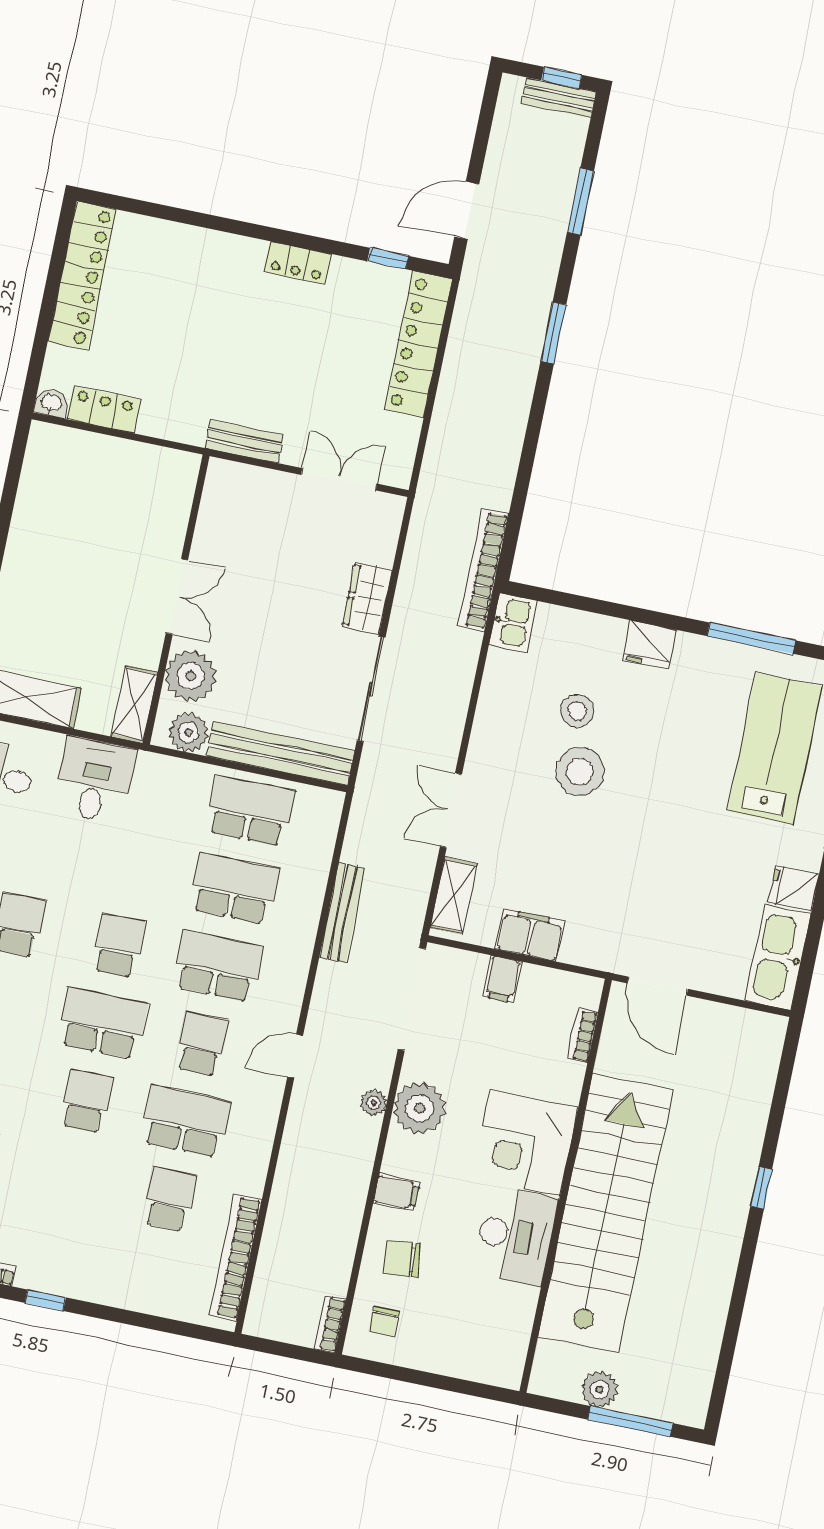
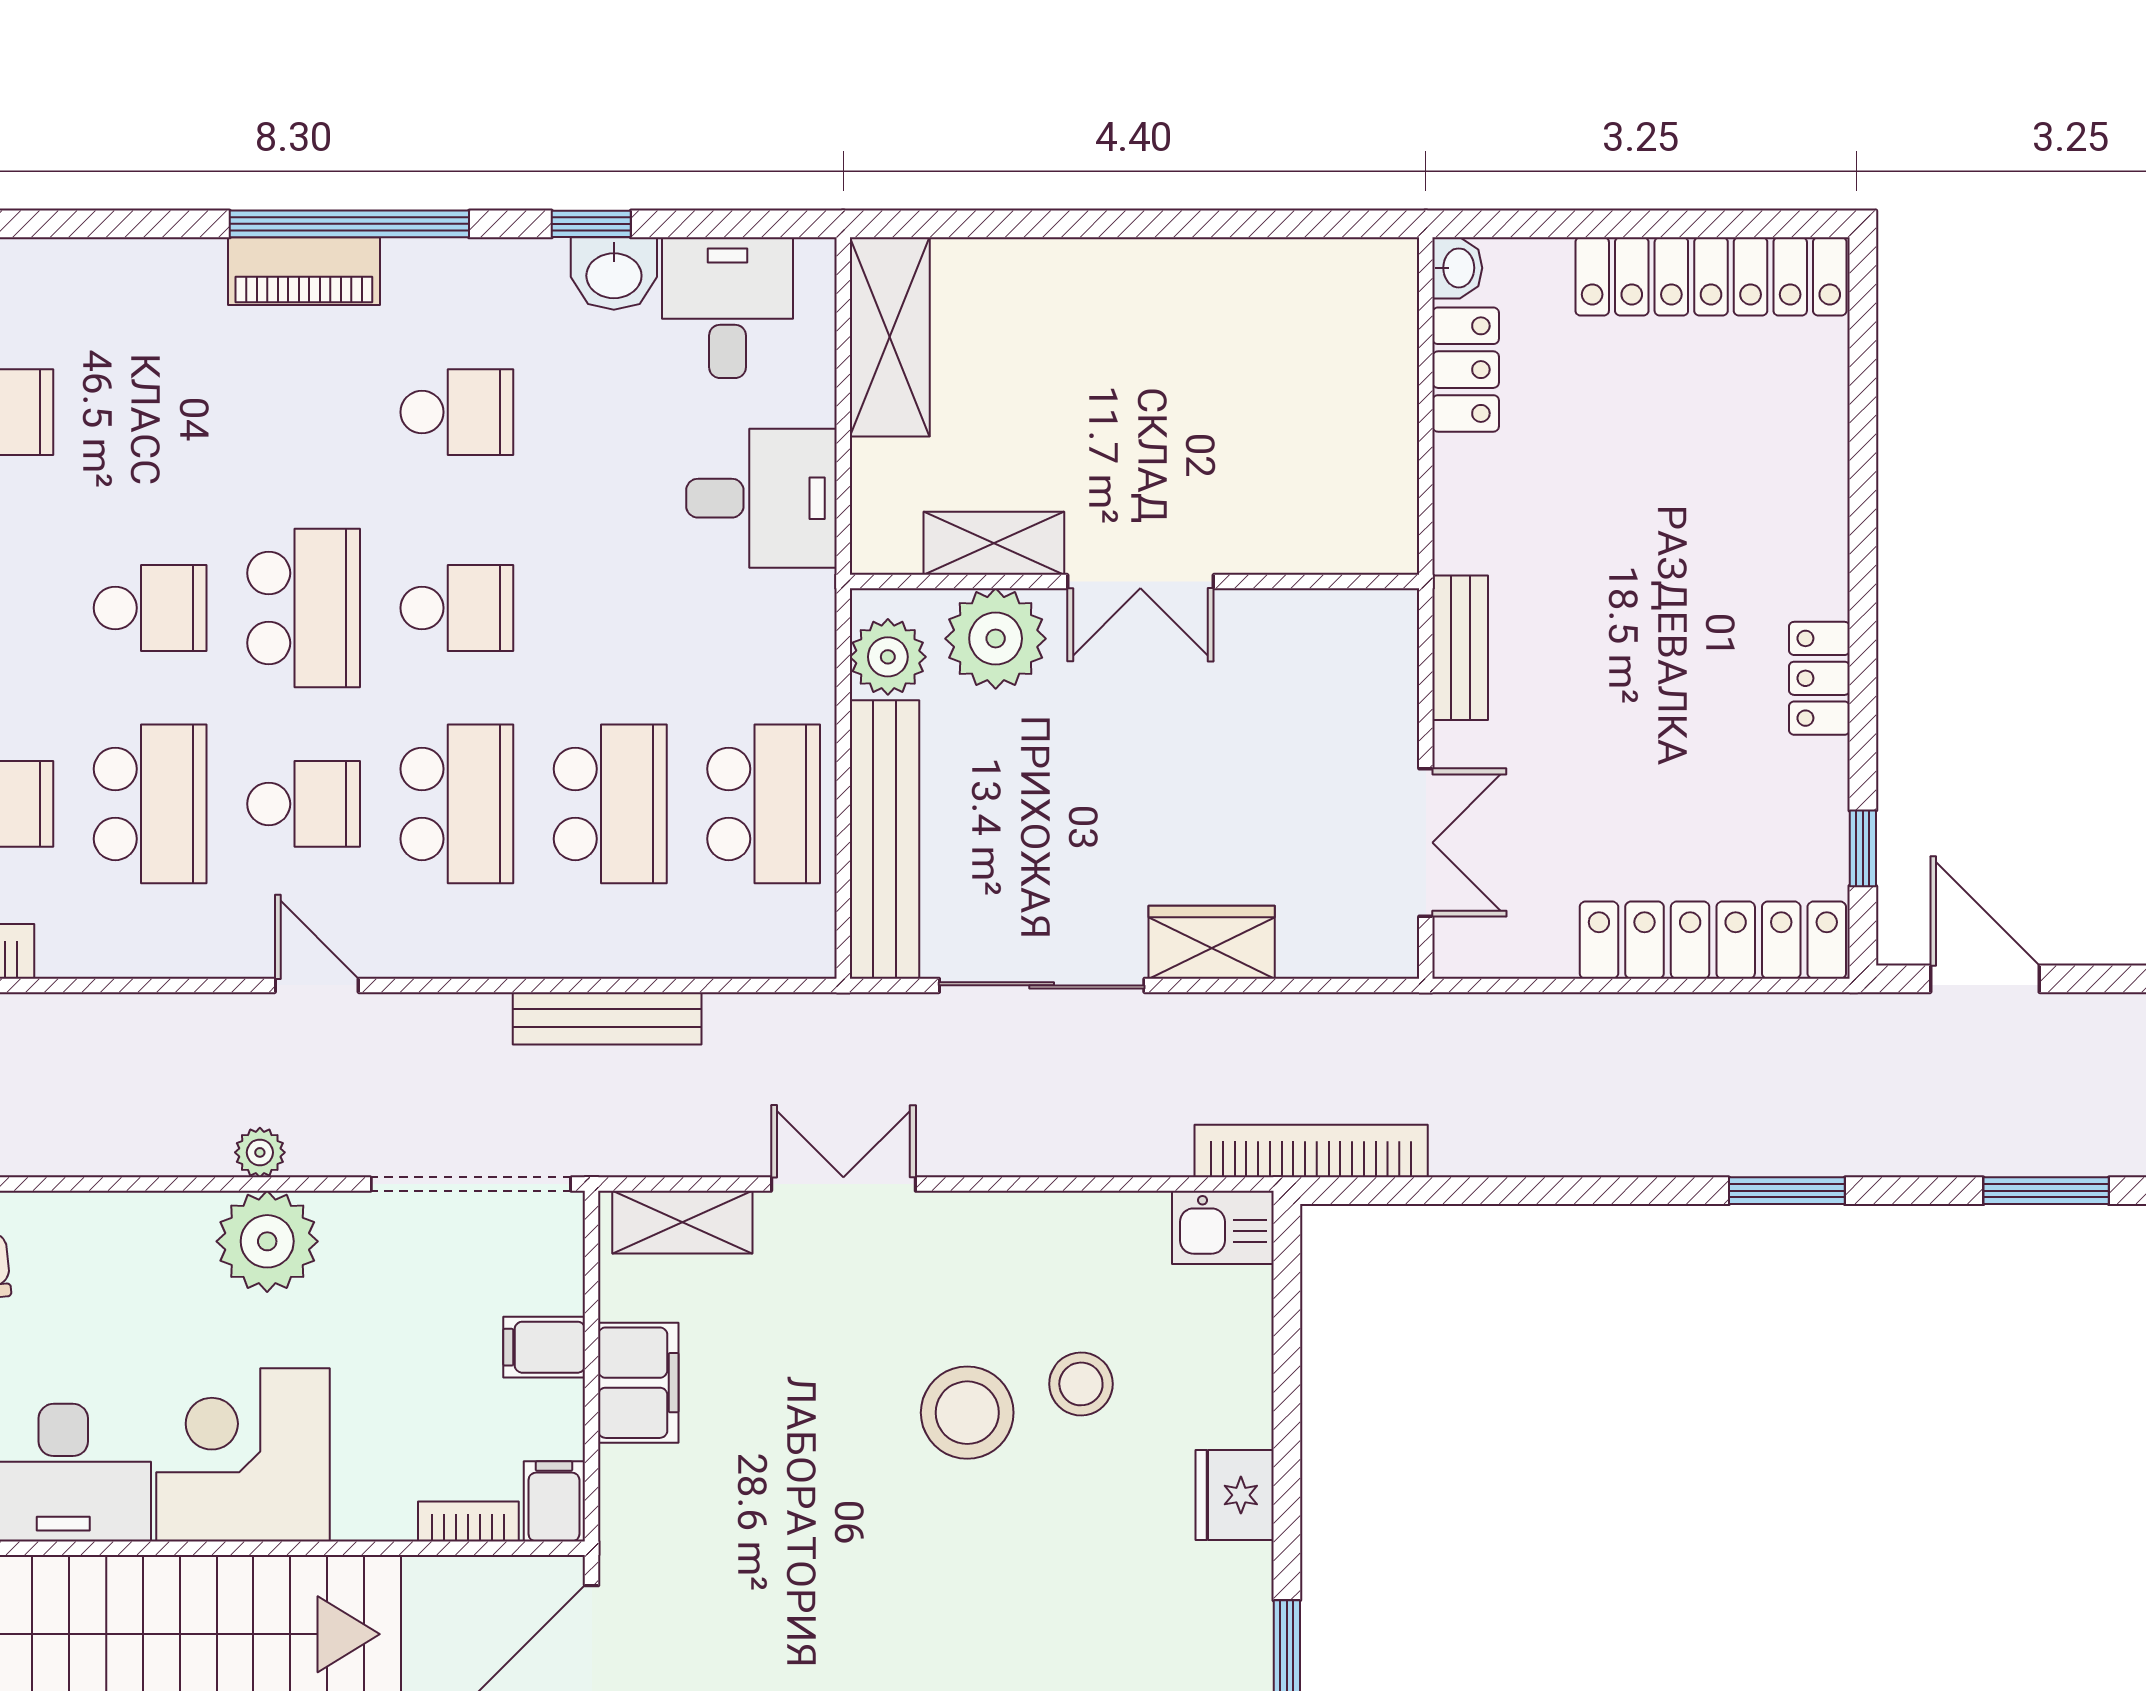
shelving: (134, 704) -> (994, 543), moved
filing cabinet: (397, 1193) -> (554, 1501), moved, turned 180

